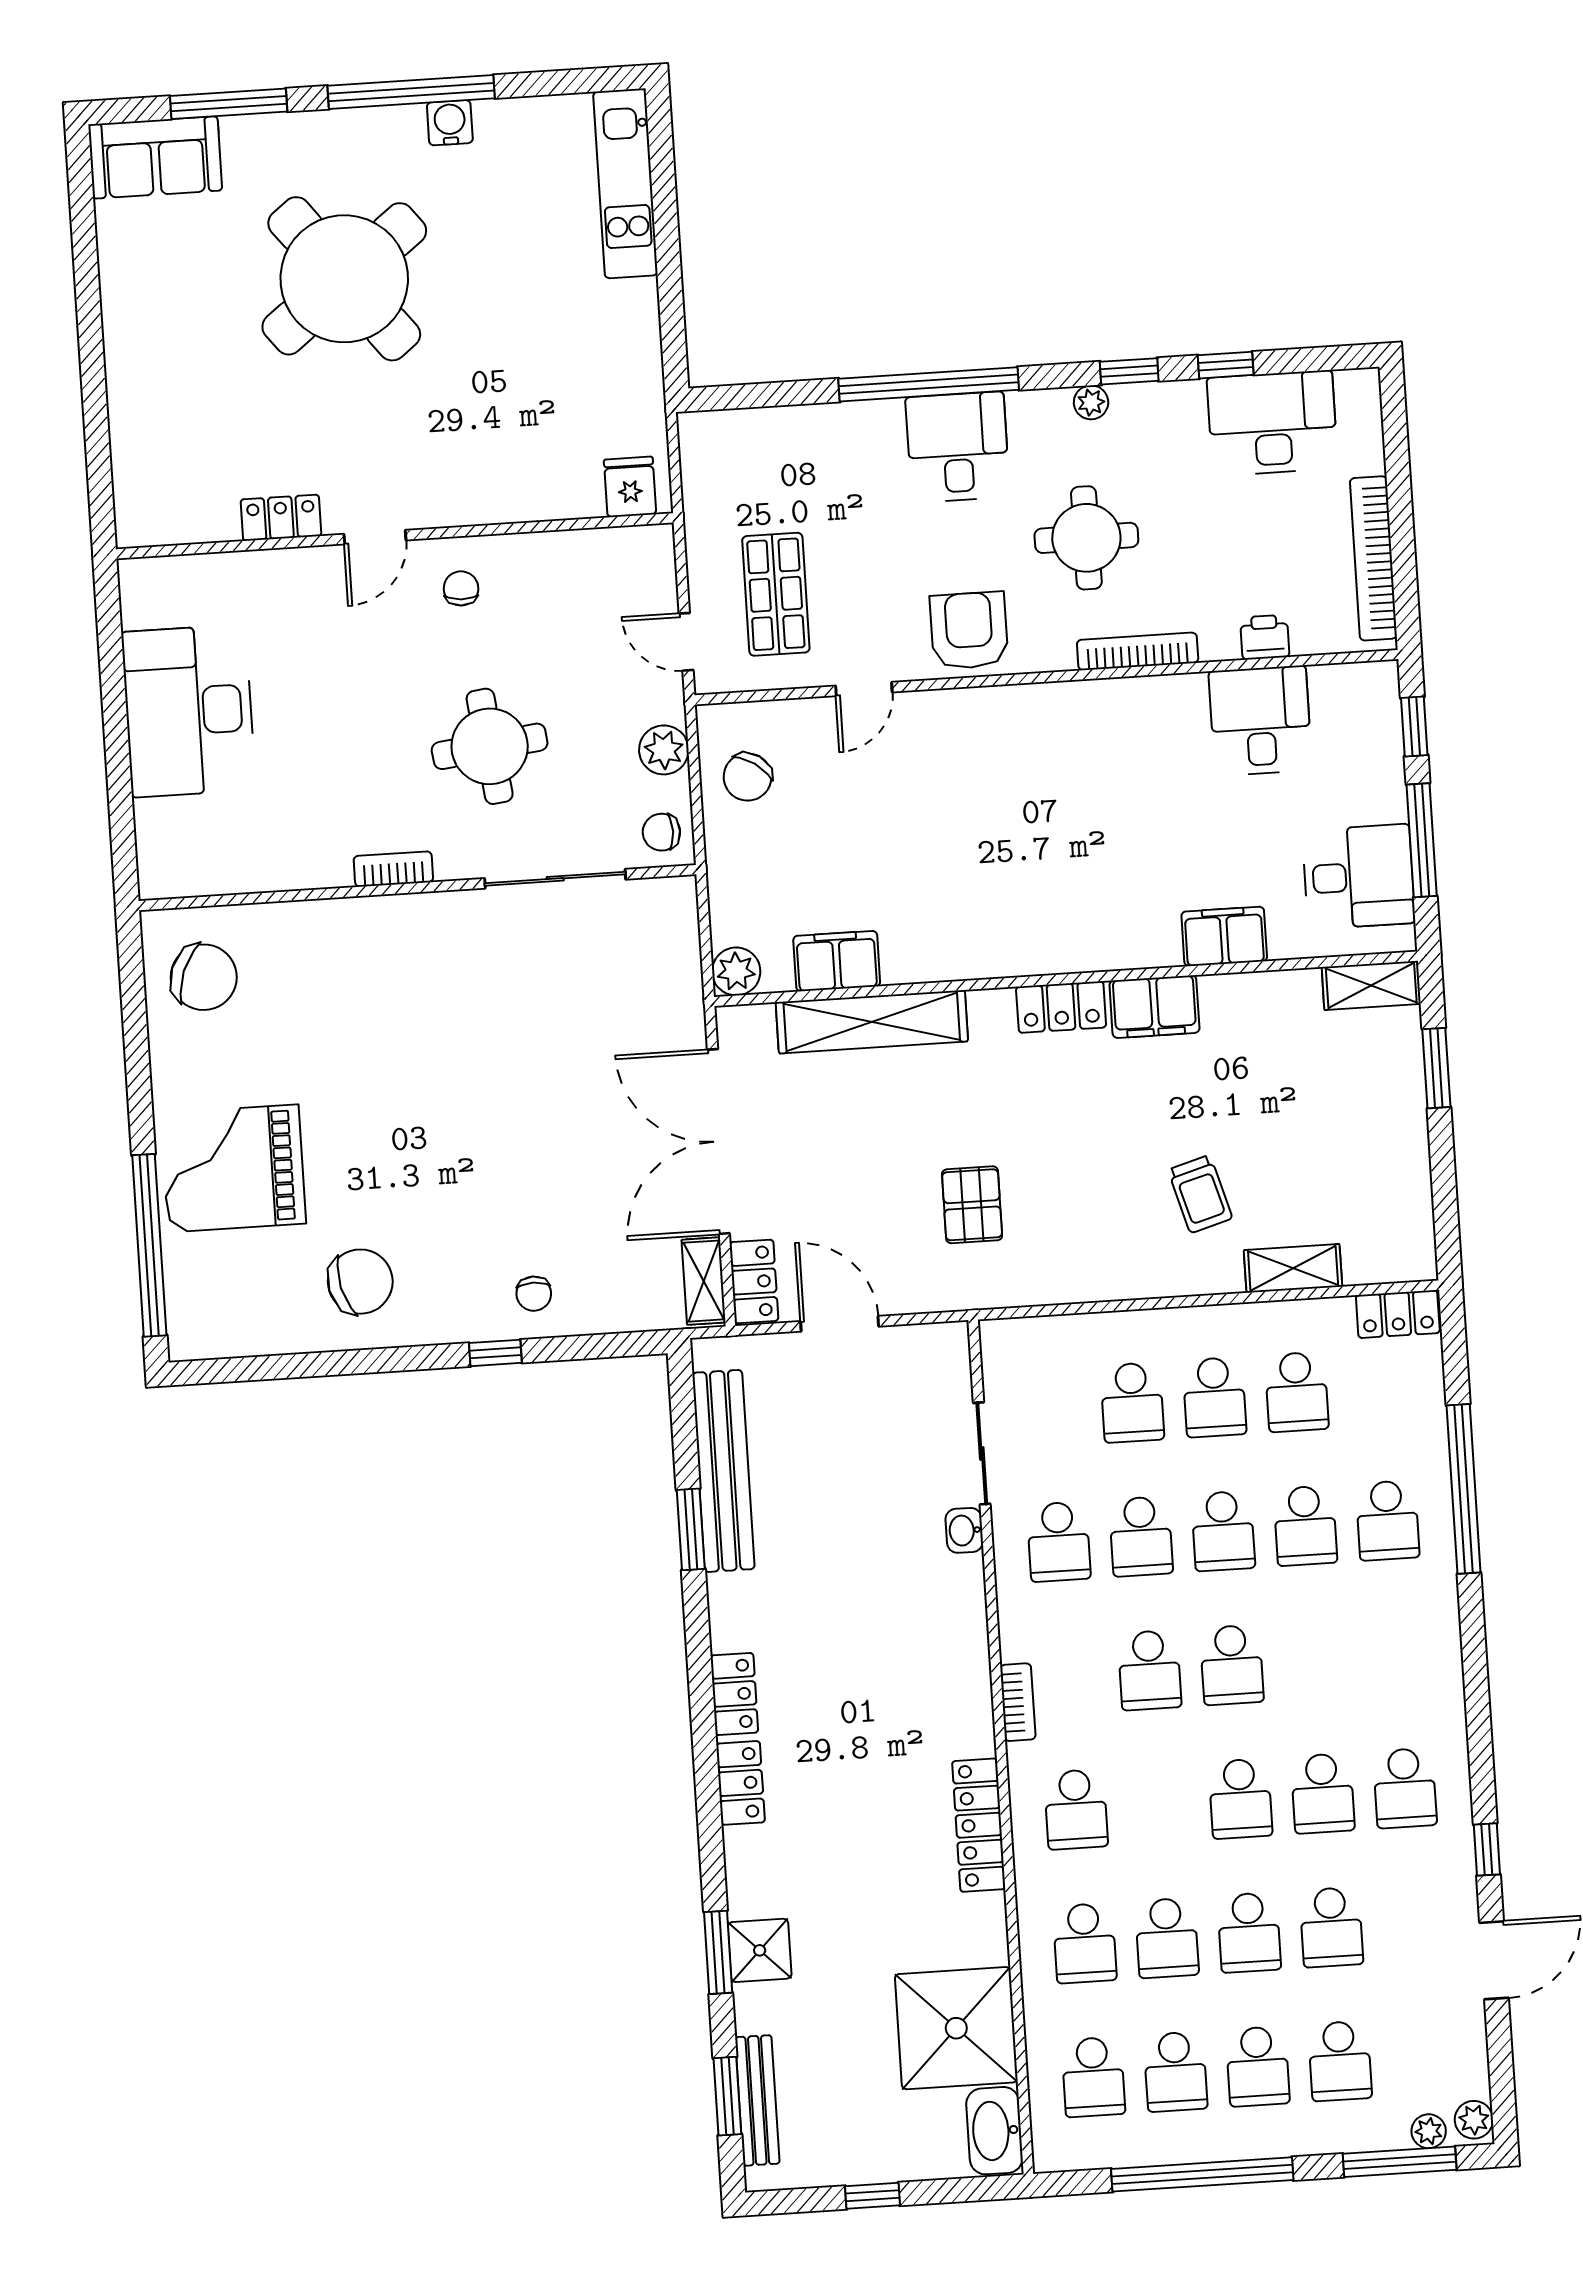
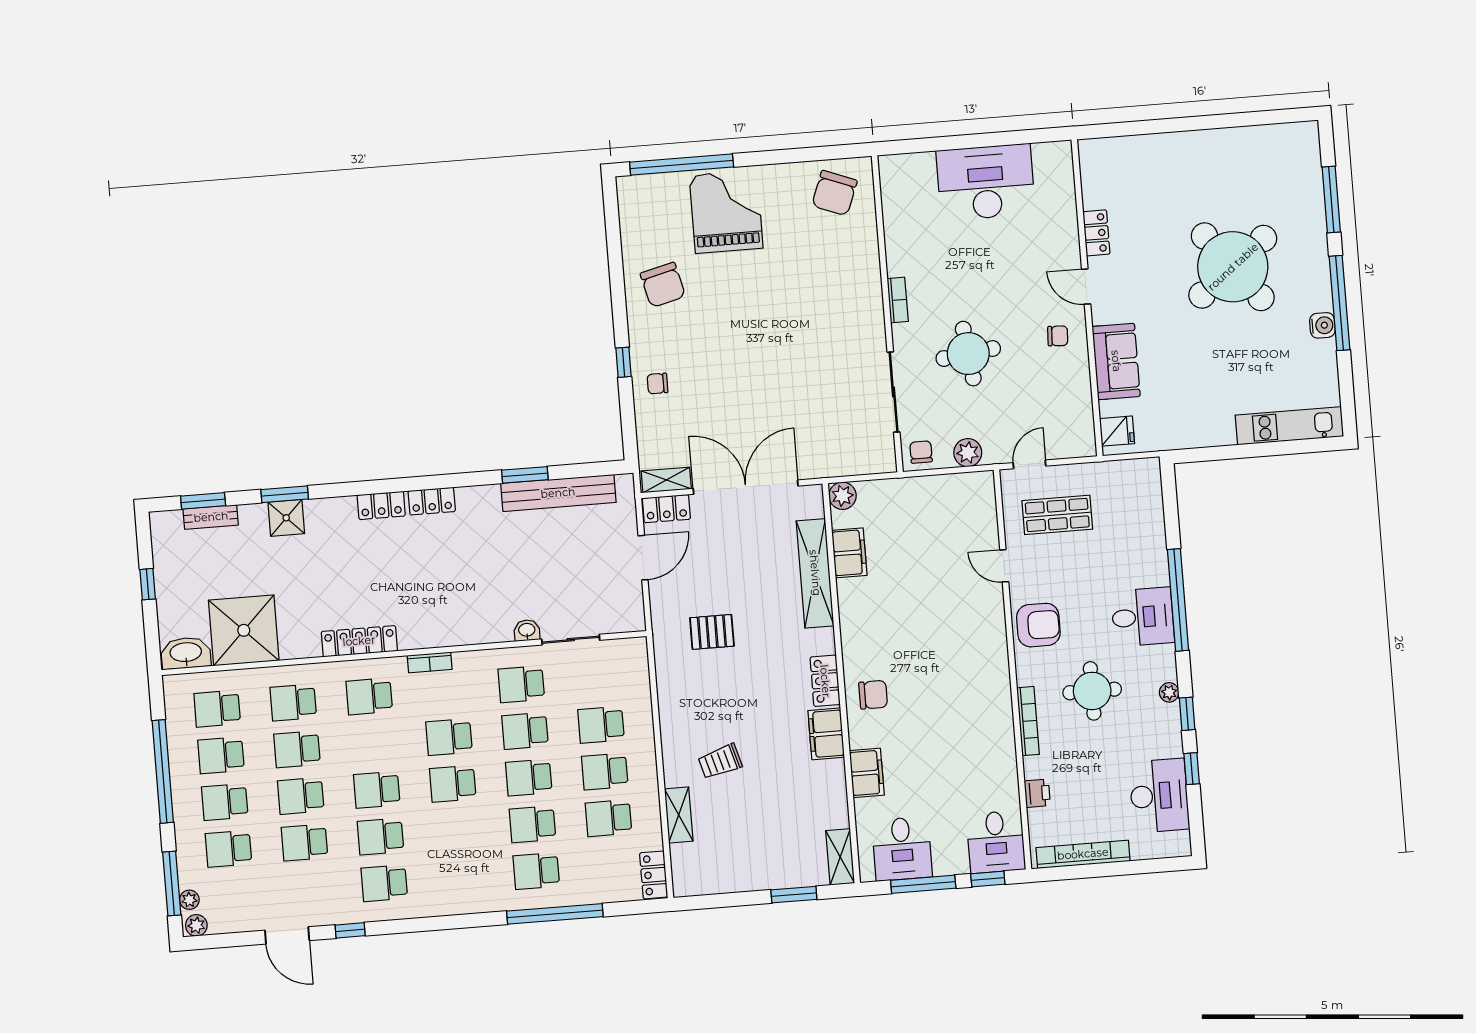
sofa: (155, 157) -> (1116, 361), moved, turned 180
desk: (1260, 721) -> (996, 842), moved, turned 90
chair: (748, 777) -> (873, 695), moved, turned 146
bench: (757, 2100) -> (211, 517), width x0.73

